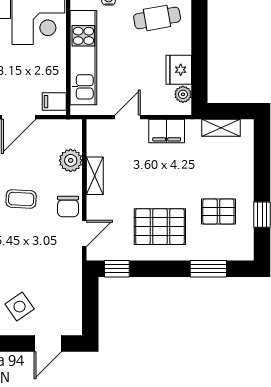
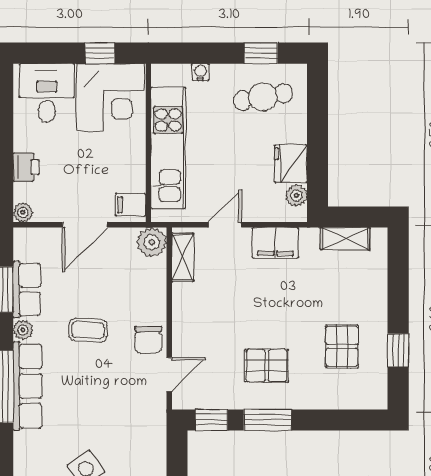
plant: (71, 160) -> (152, 242), moved
shelving: (95, 176) -> (183, 257), moved
pallet: (218, 212) -> (342, 346), turned 90
pallet: (160, 227) -> (267, 366), width x0.67, depth x0.71
window: (208, 269) -> (268, 420), moved

